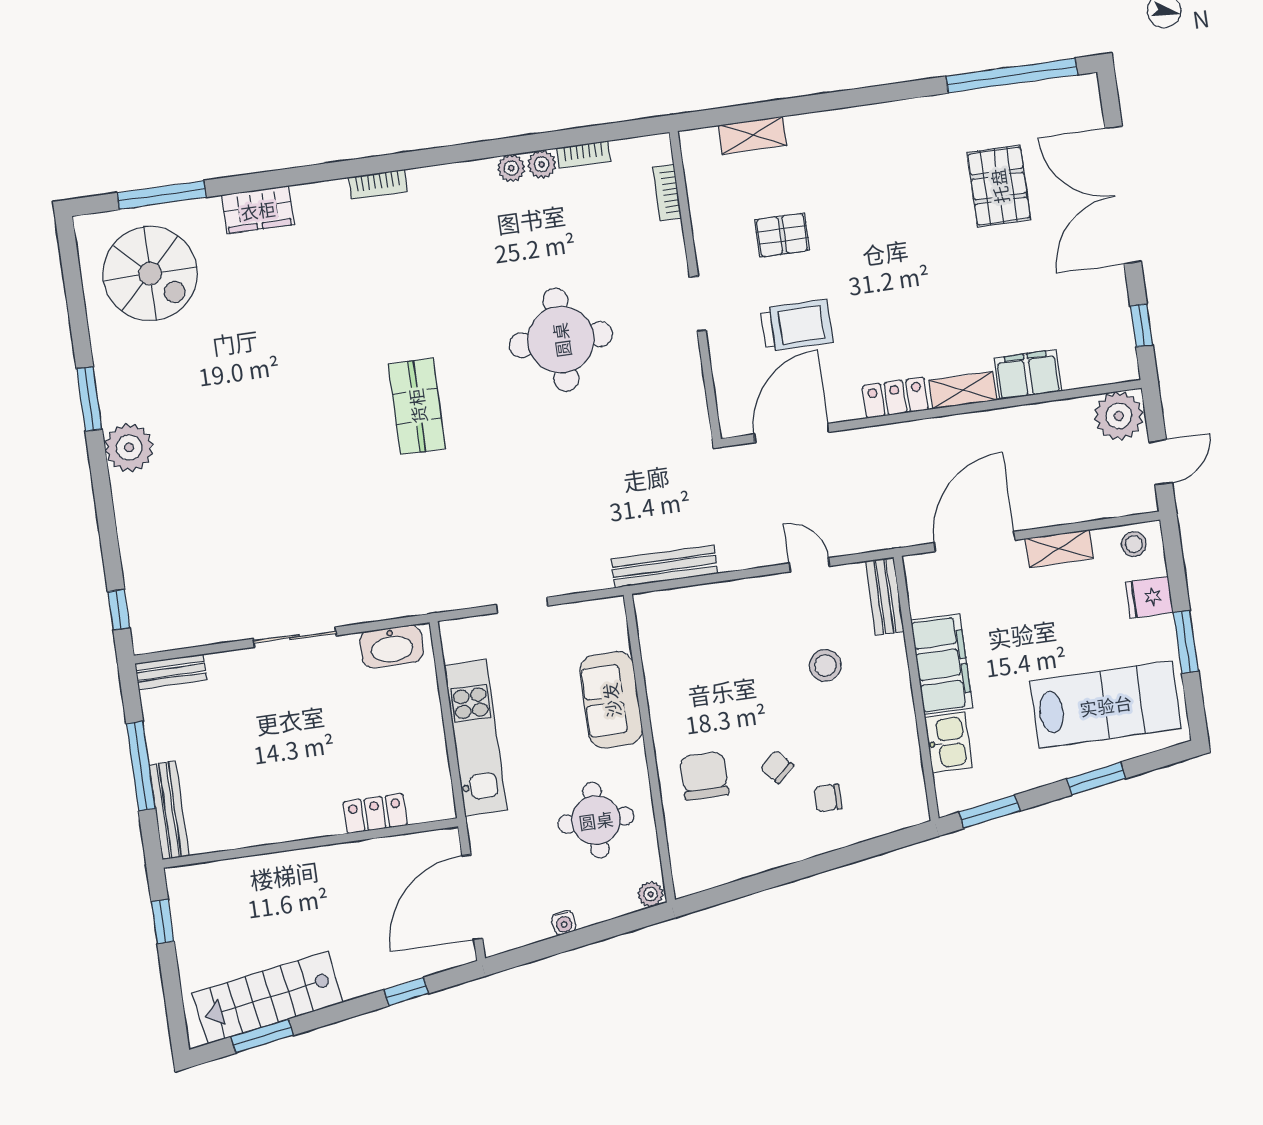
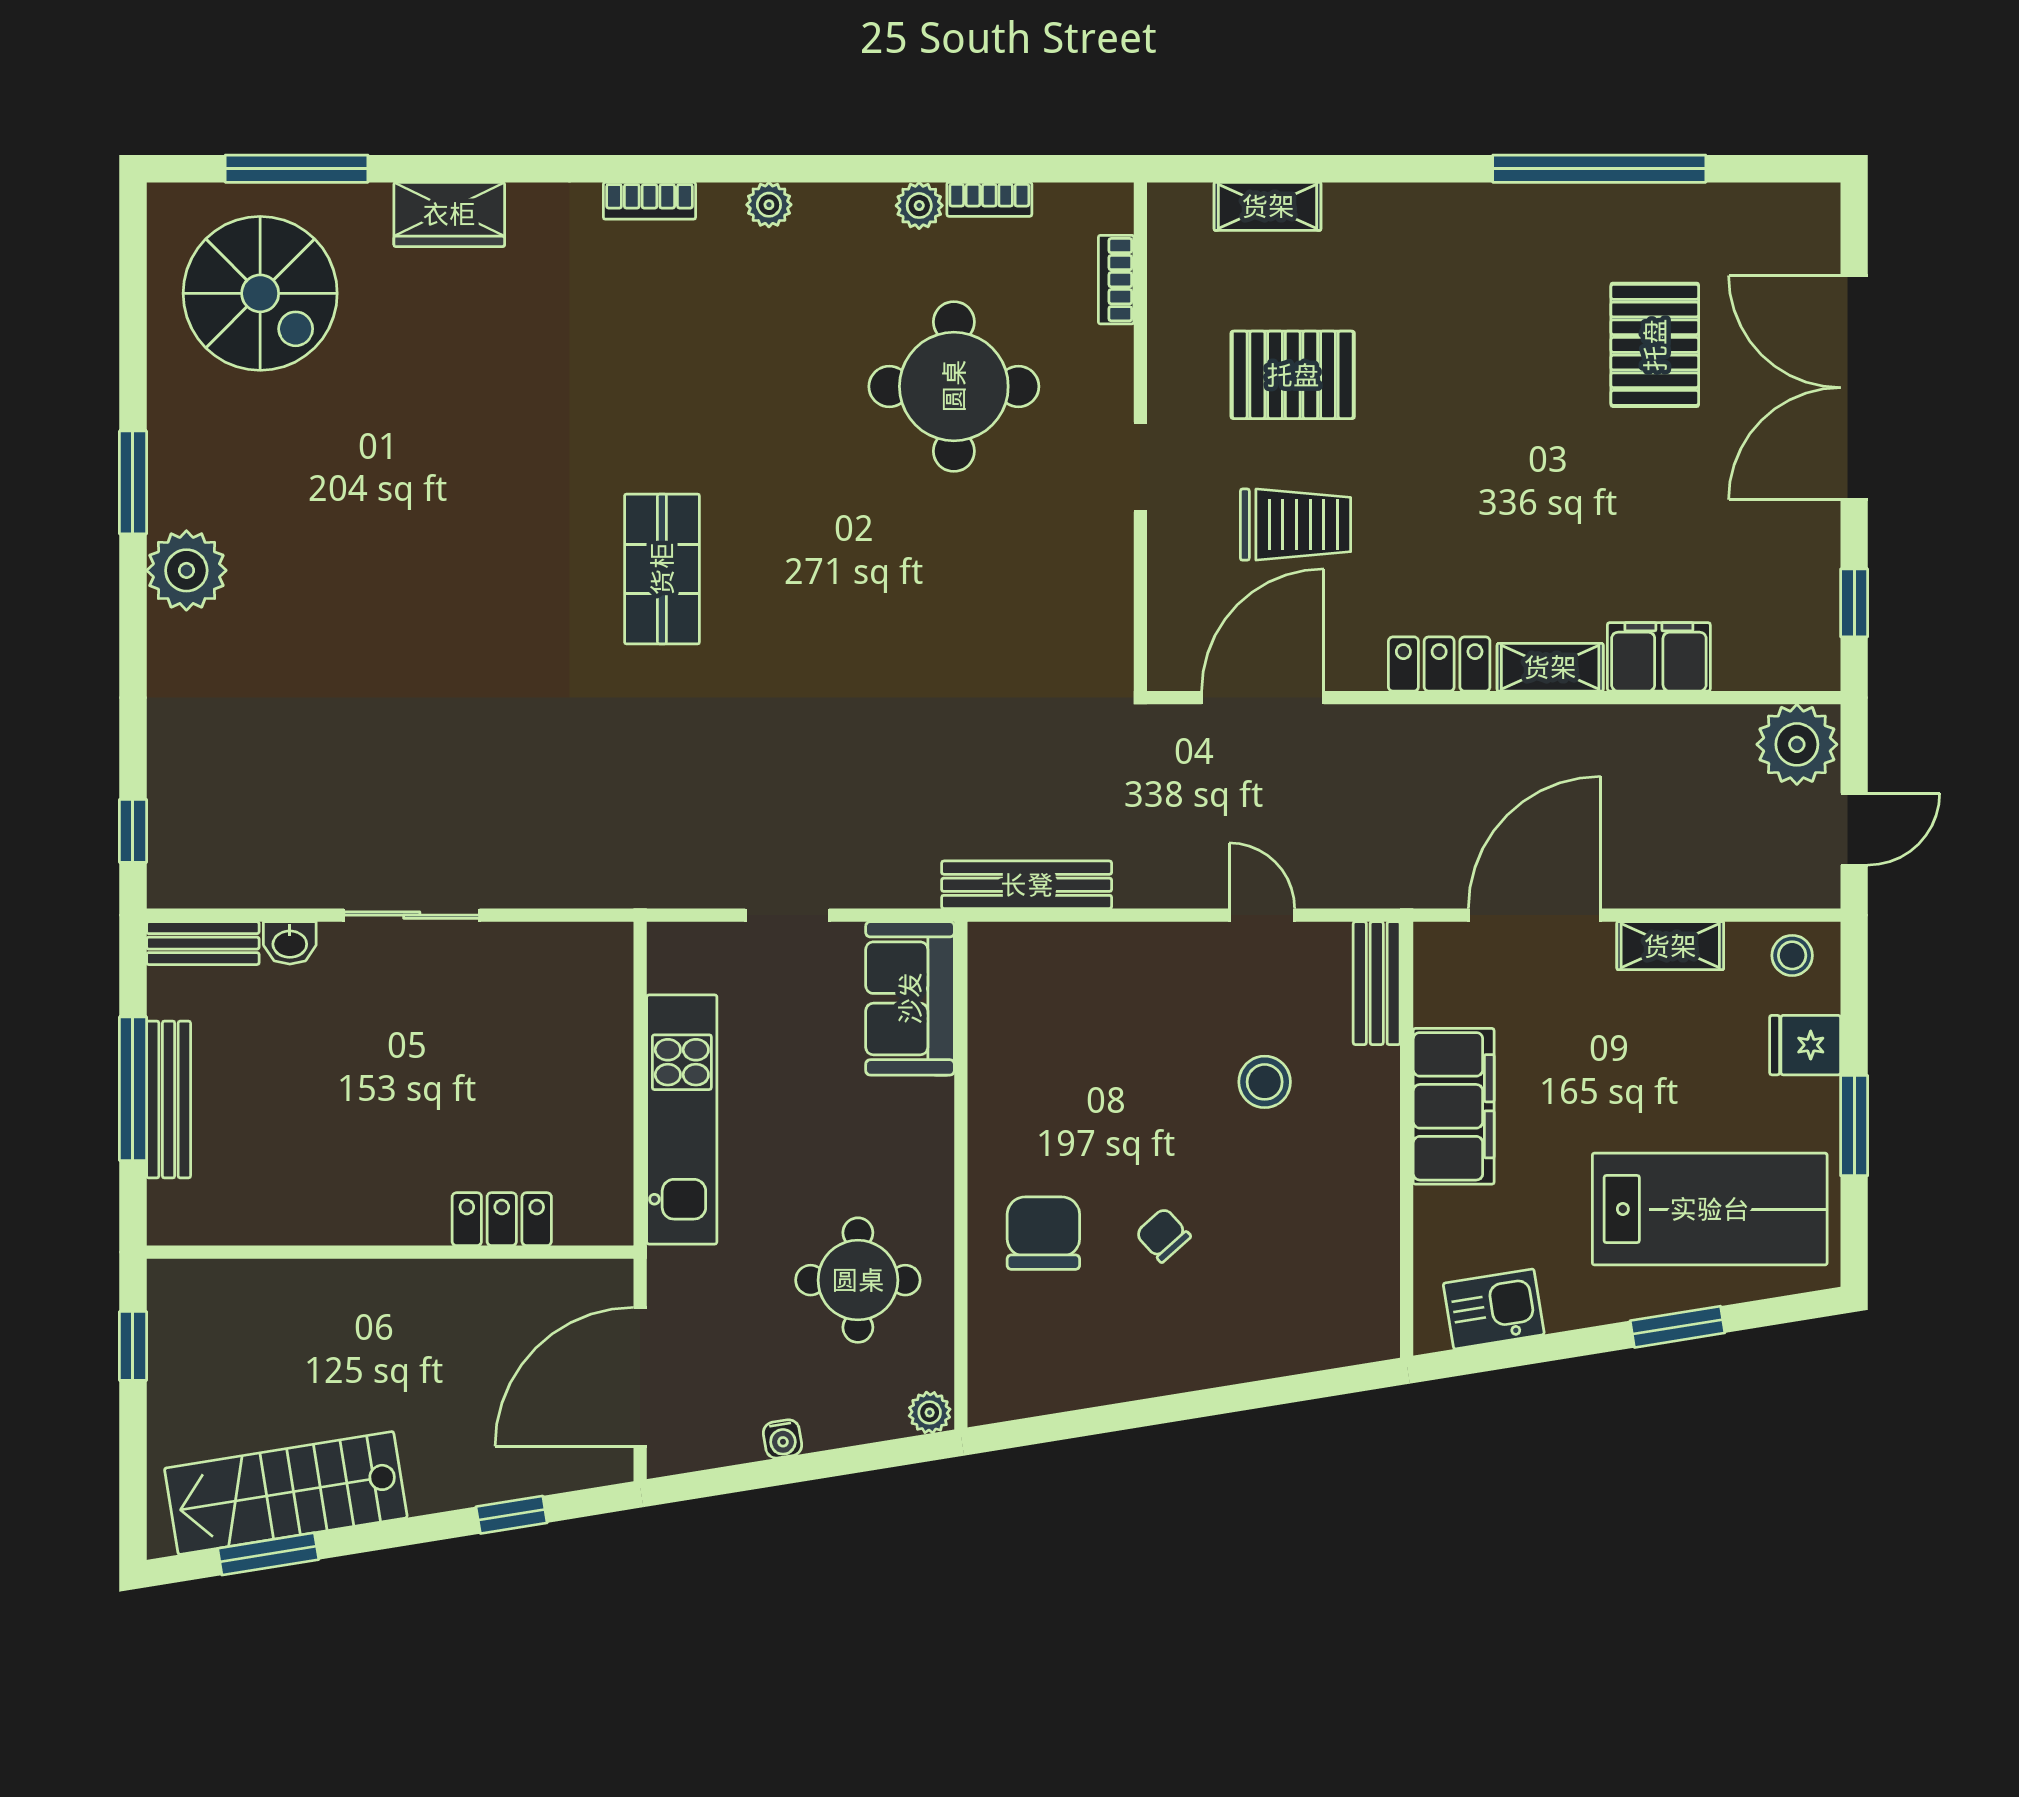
window: (1012, 76) -> (1599, 169), moved
plant: (511, 168) -> (769, 205), moved
pallet: (782, 235) -> (1293, 375), width x1.50, depth x1.42
round table: (561, 340) -> (954, 386), moved
washbasin: (392, 647) -> (290, 943), moved, width x0.52, depth x0.69
sofa: (611, 700) -> (910, 998), moved
kitchen sink: (948, 742) -> (1494, 1309), moved, turned -99
chair: (828, 798) -> (1239, 1297), removed
bench: (169, 810) -> (169, 1100), moved
window: (989, 812) -> (1497, 1356), removed

